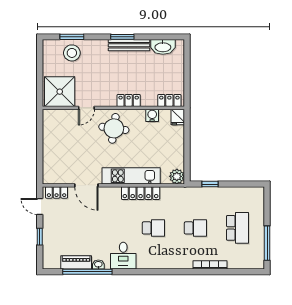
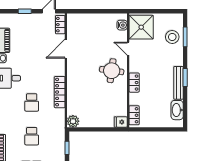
water cooler: (152, 115) -> (122, 25), moved
kitchen unit: (131, 176) -> (74, 85), removed

